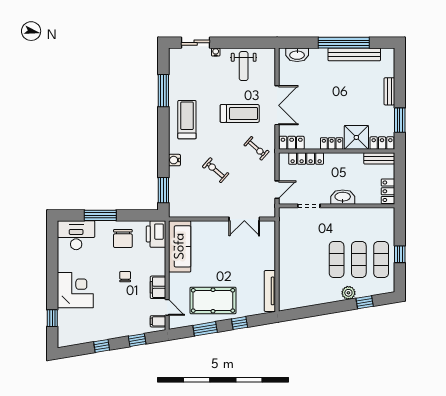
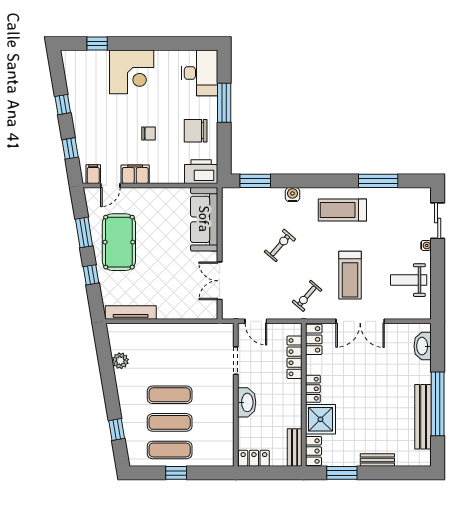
treadmill: (187, 120) -> (342, 210), turned 180
sofa: (180, 246) -> (204, 219), moved, turned 90
plant: (348, 293) -> (120, 361), moved

